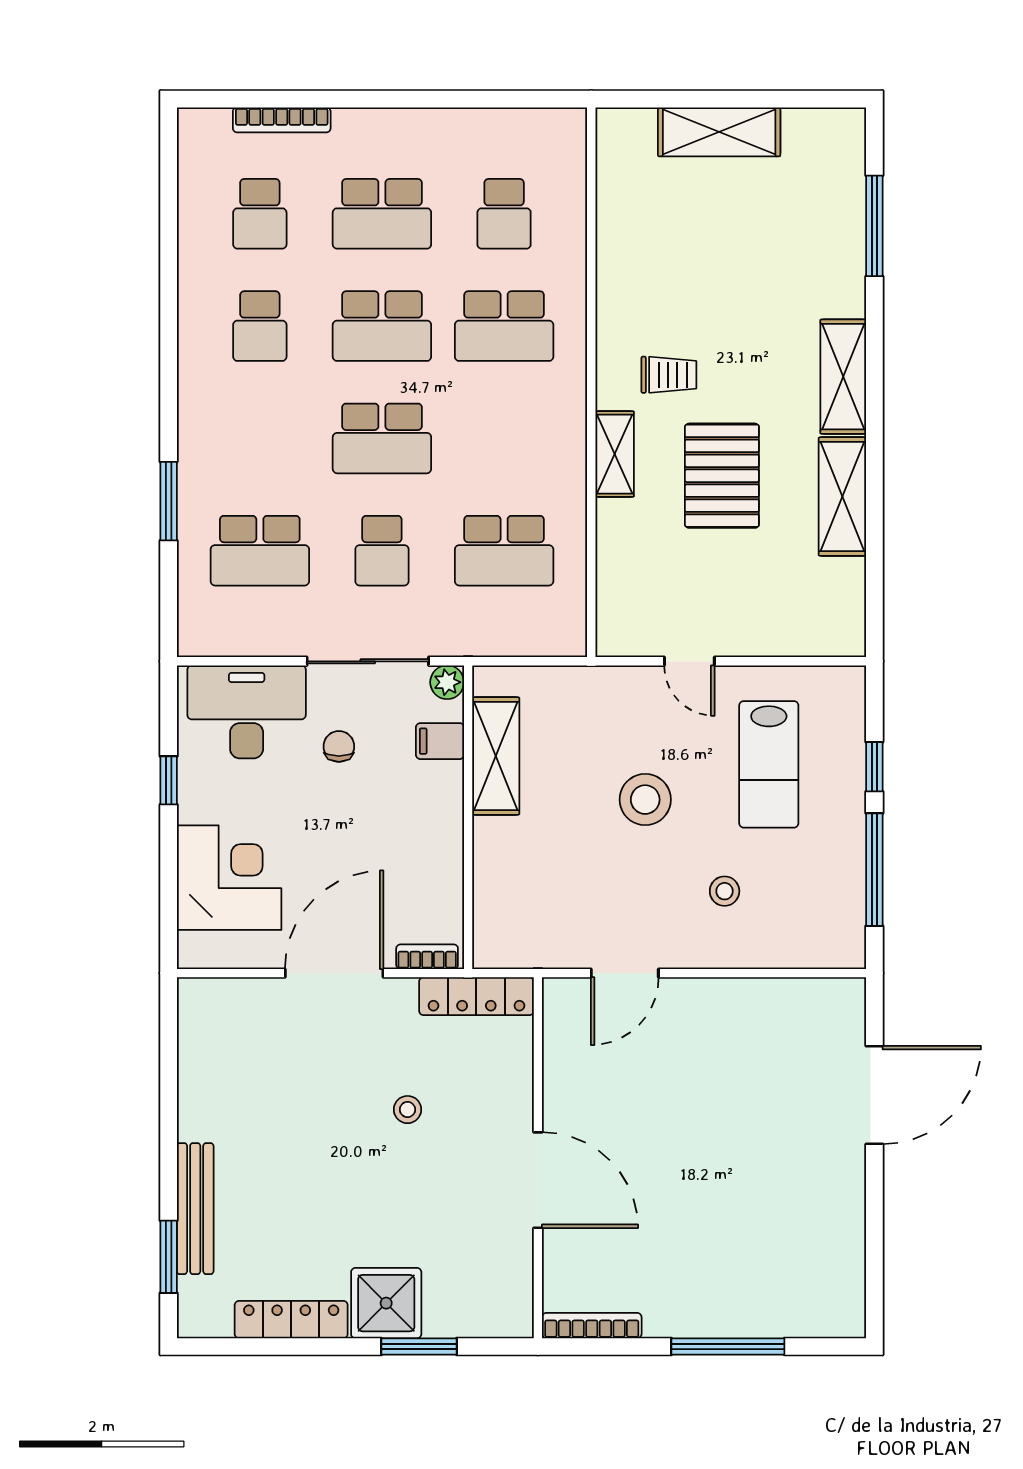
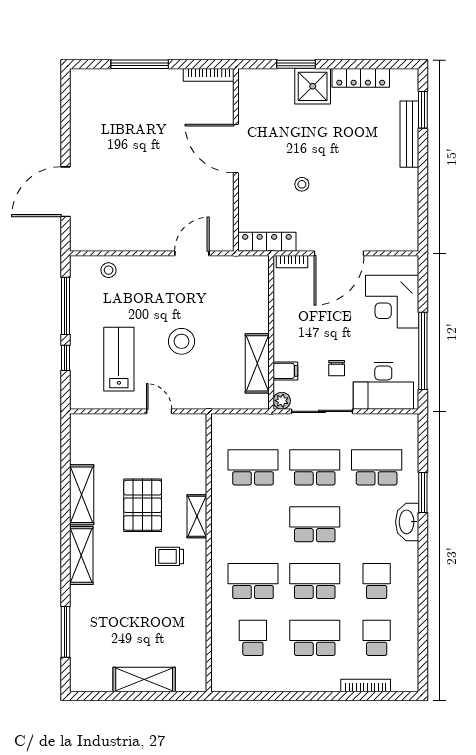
washbasin: (199, 443) -> (407, 522), added
school desk: (382, 551) -> (315, 467), width x1.85
window: (169, 780) -> (423, 351), width x3.17
stool: (725, 891) -> (109, 270), moved

